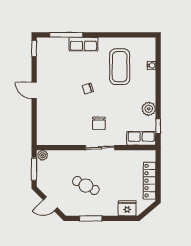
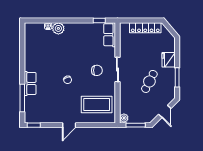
coffee table: (120, 67) -> (97, 104), moved
plant: (149, 109) -> (58, 28), moved
fridge: (127, 208) -> (169, 60), moved

